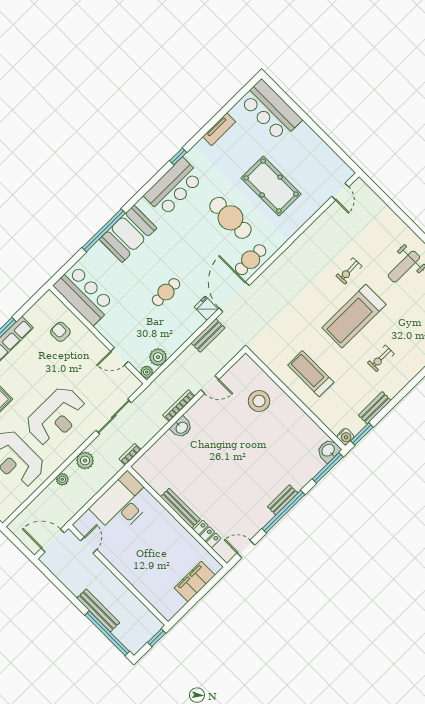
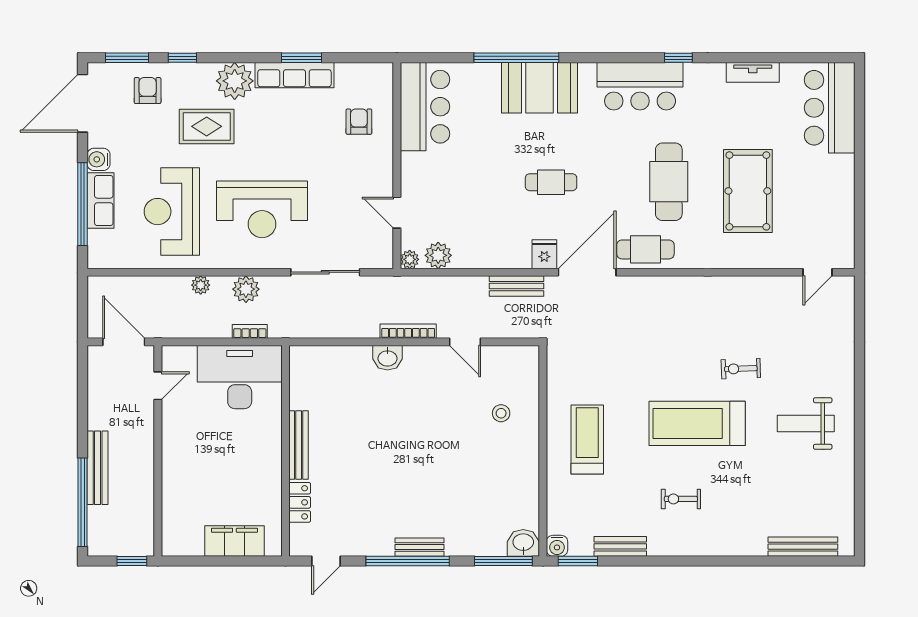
cafe table: (166, 292) -> (551, 182), moved
stool: (259, 401) -> (501, 413), width x0.53, depth x0.53
bookcase: (130, 454) -> (250, 331), moved
door: (246, 549) -> (326, 561), swing flipped

